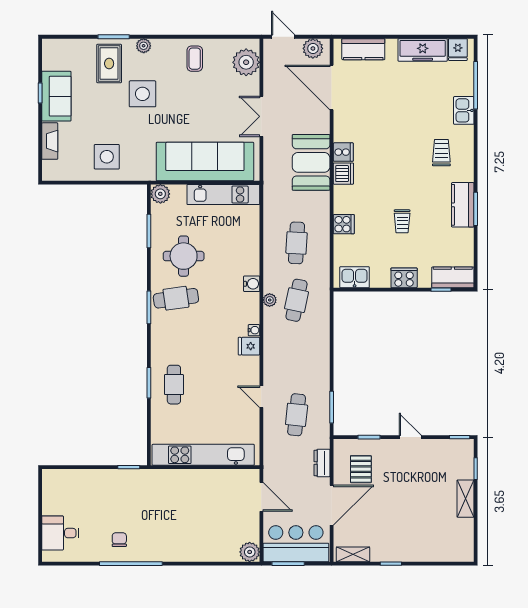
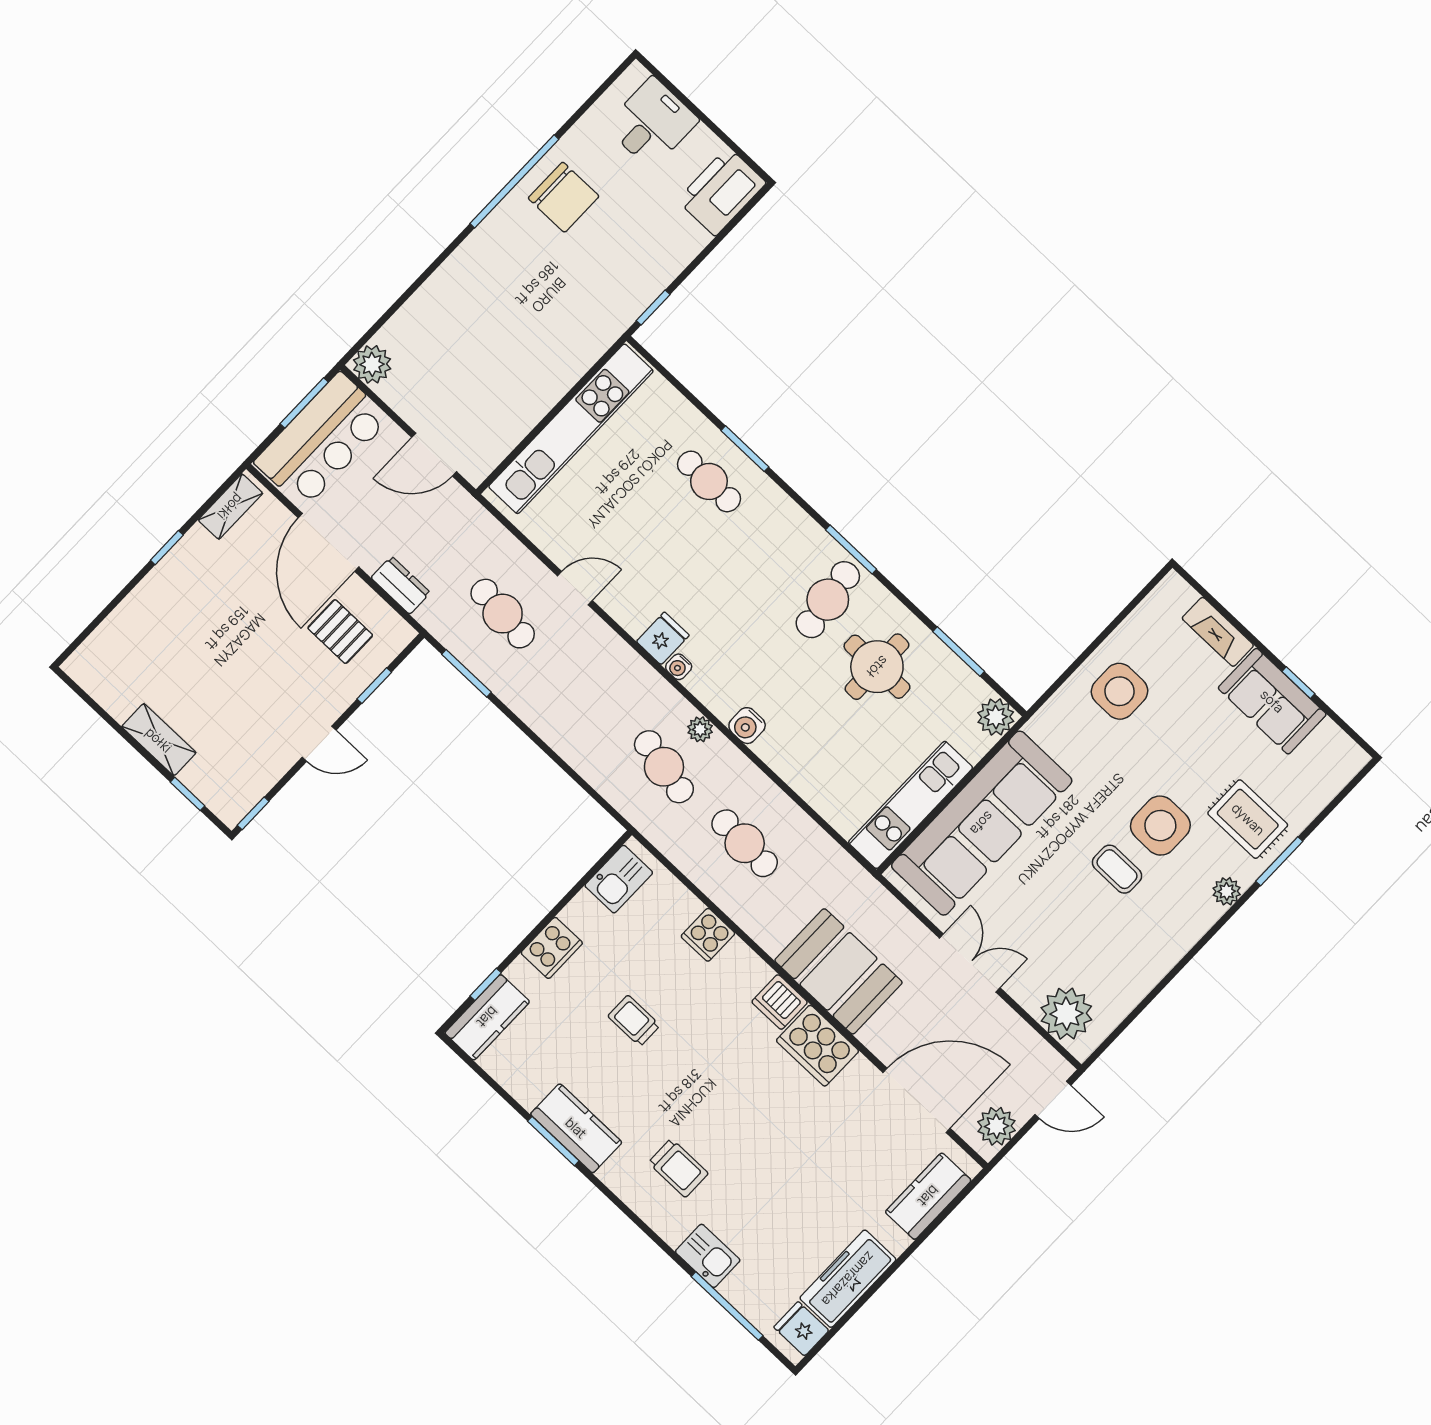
coffee table: (195, 59) -> (1117, 869), moved
cooker: (343, 152) -> (817, 1046), width x1.87, depth x1.31
printer: (61, 483) -> (722, 191), added
chair: (119, 540) -> (564, 197), width x1.87, depth x1.87

